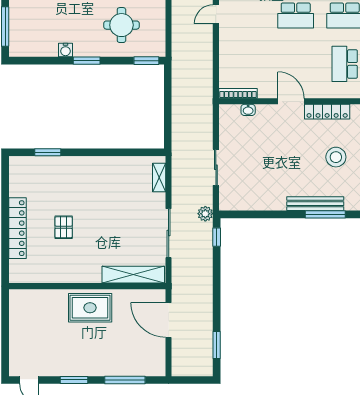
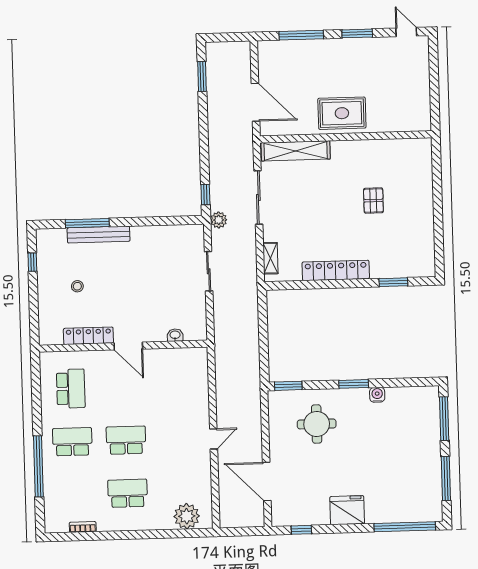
bookcase: (238, 93) -> (187, 353), removed
stool: (336, 157) -> (77, 286), width x0.53, depth x0.53
locker: (17, 228) -> (336, 270), moved, turned 90

